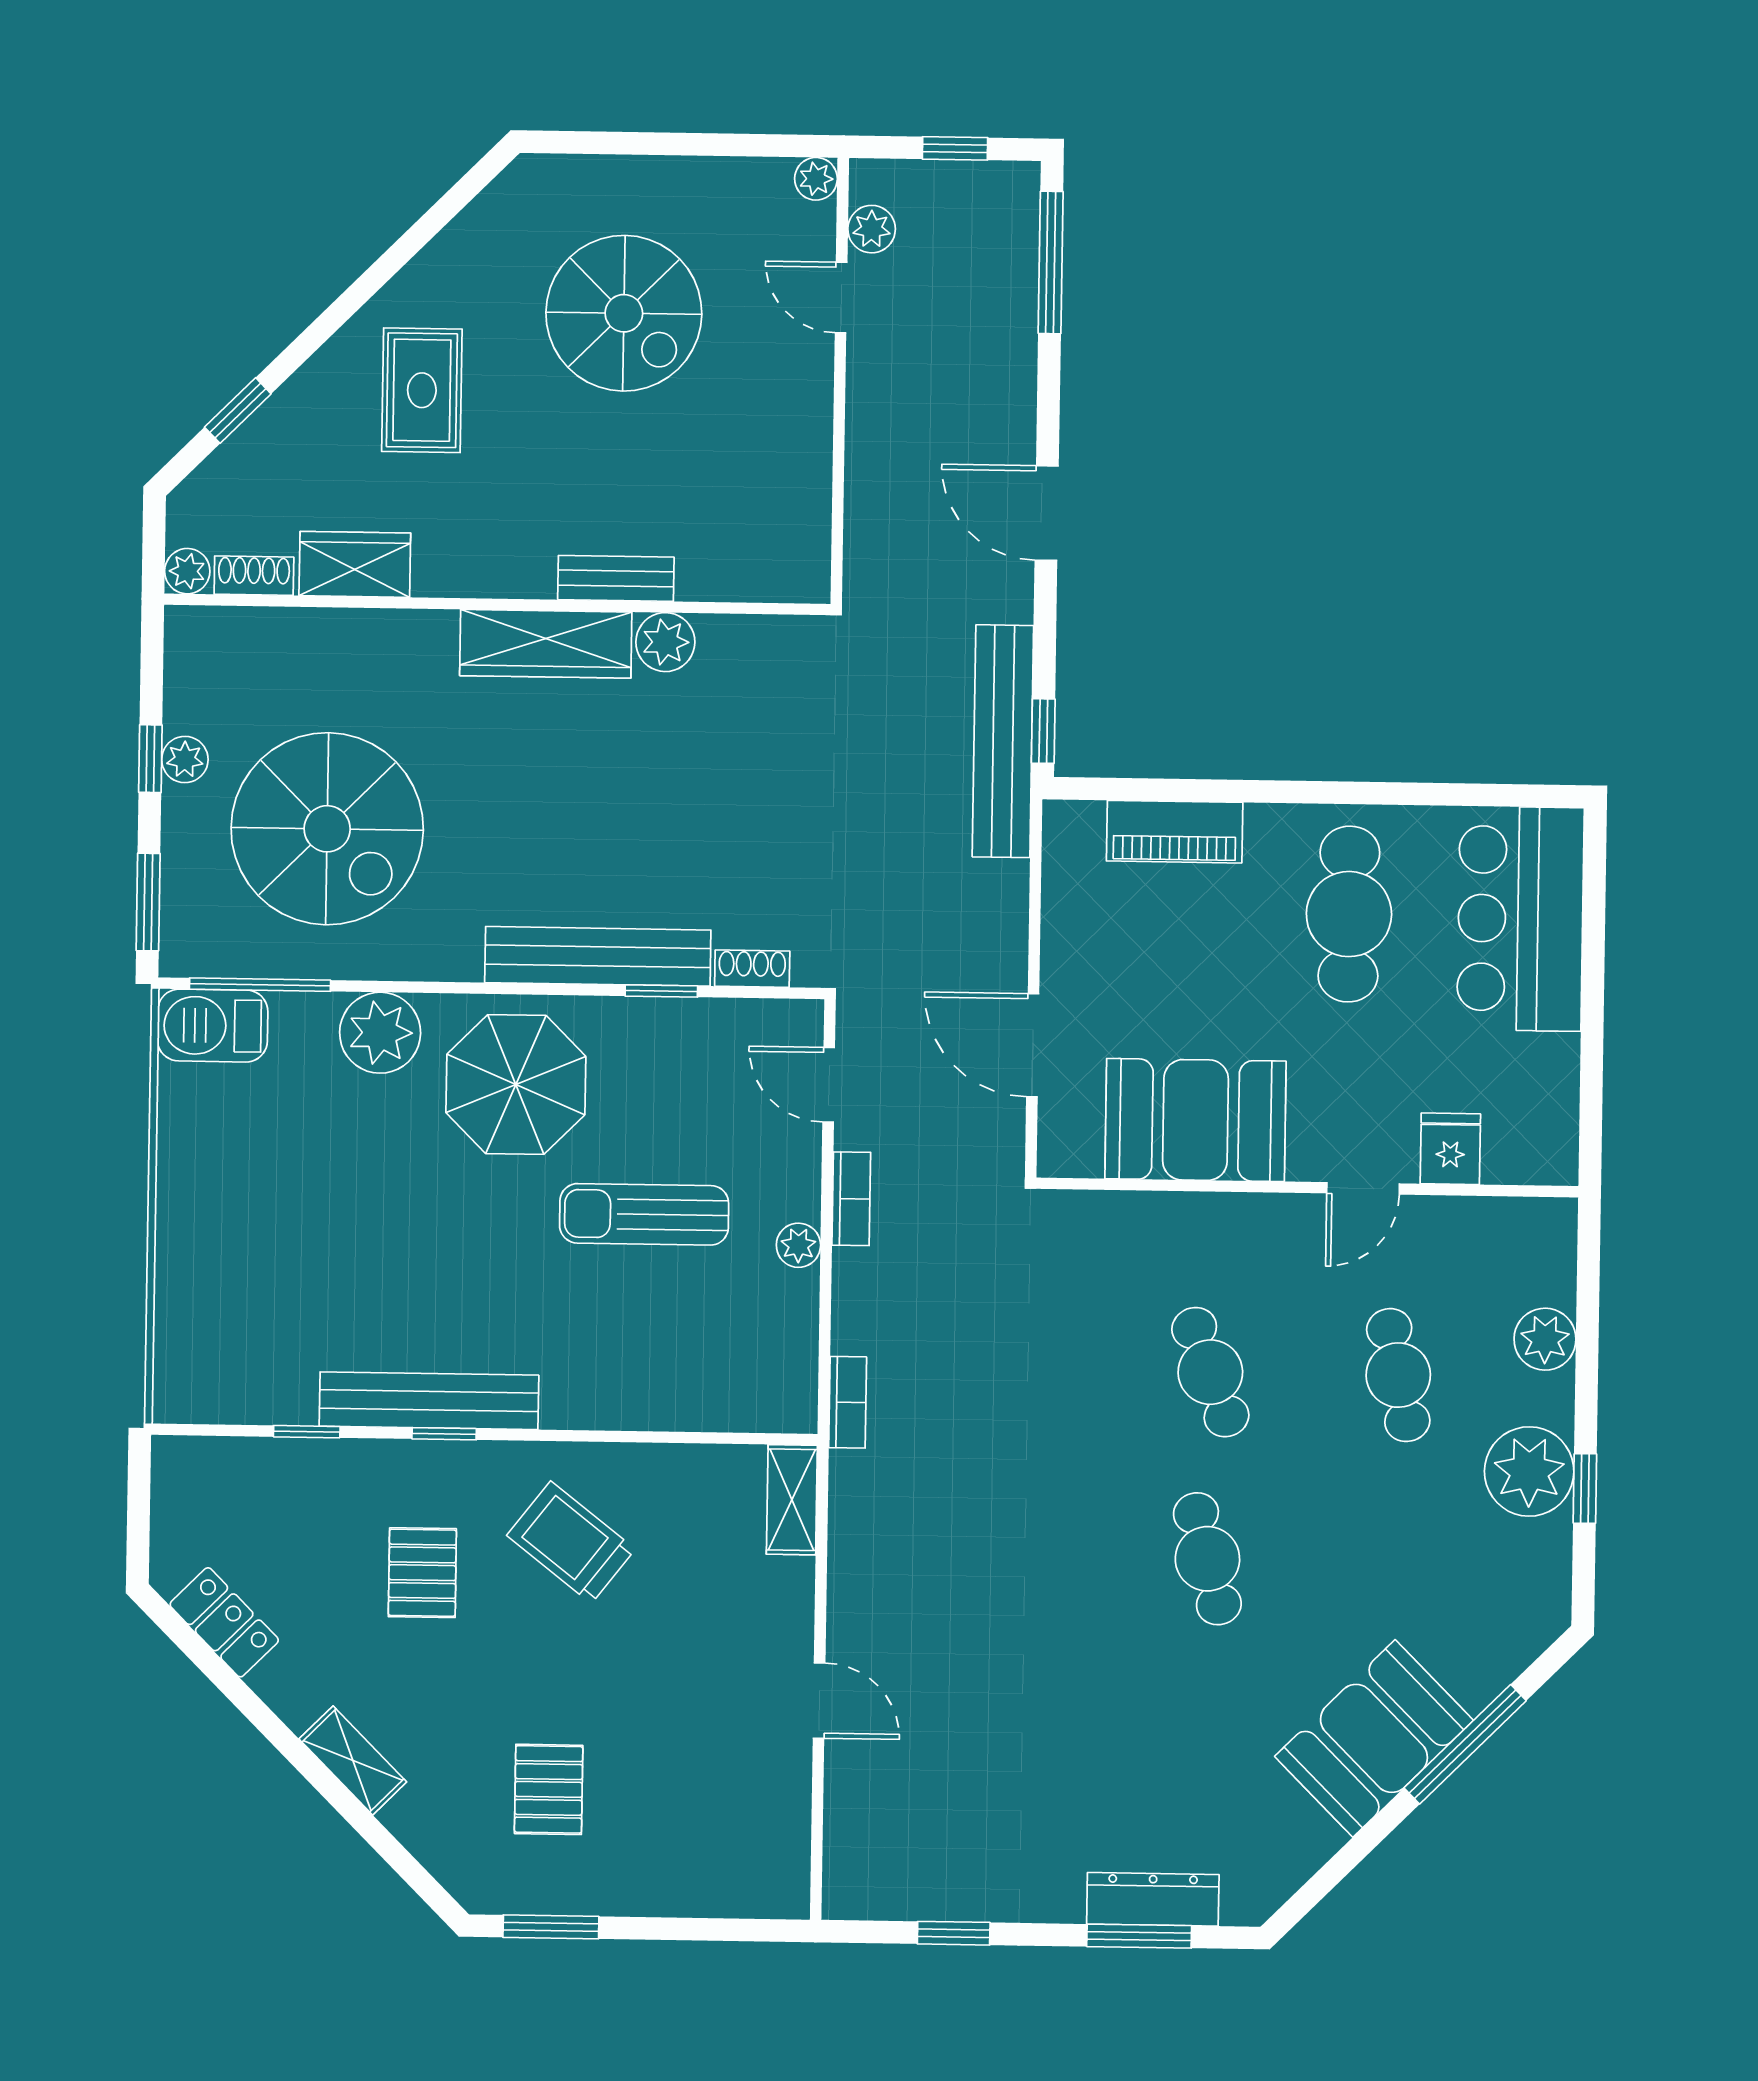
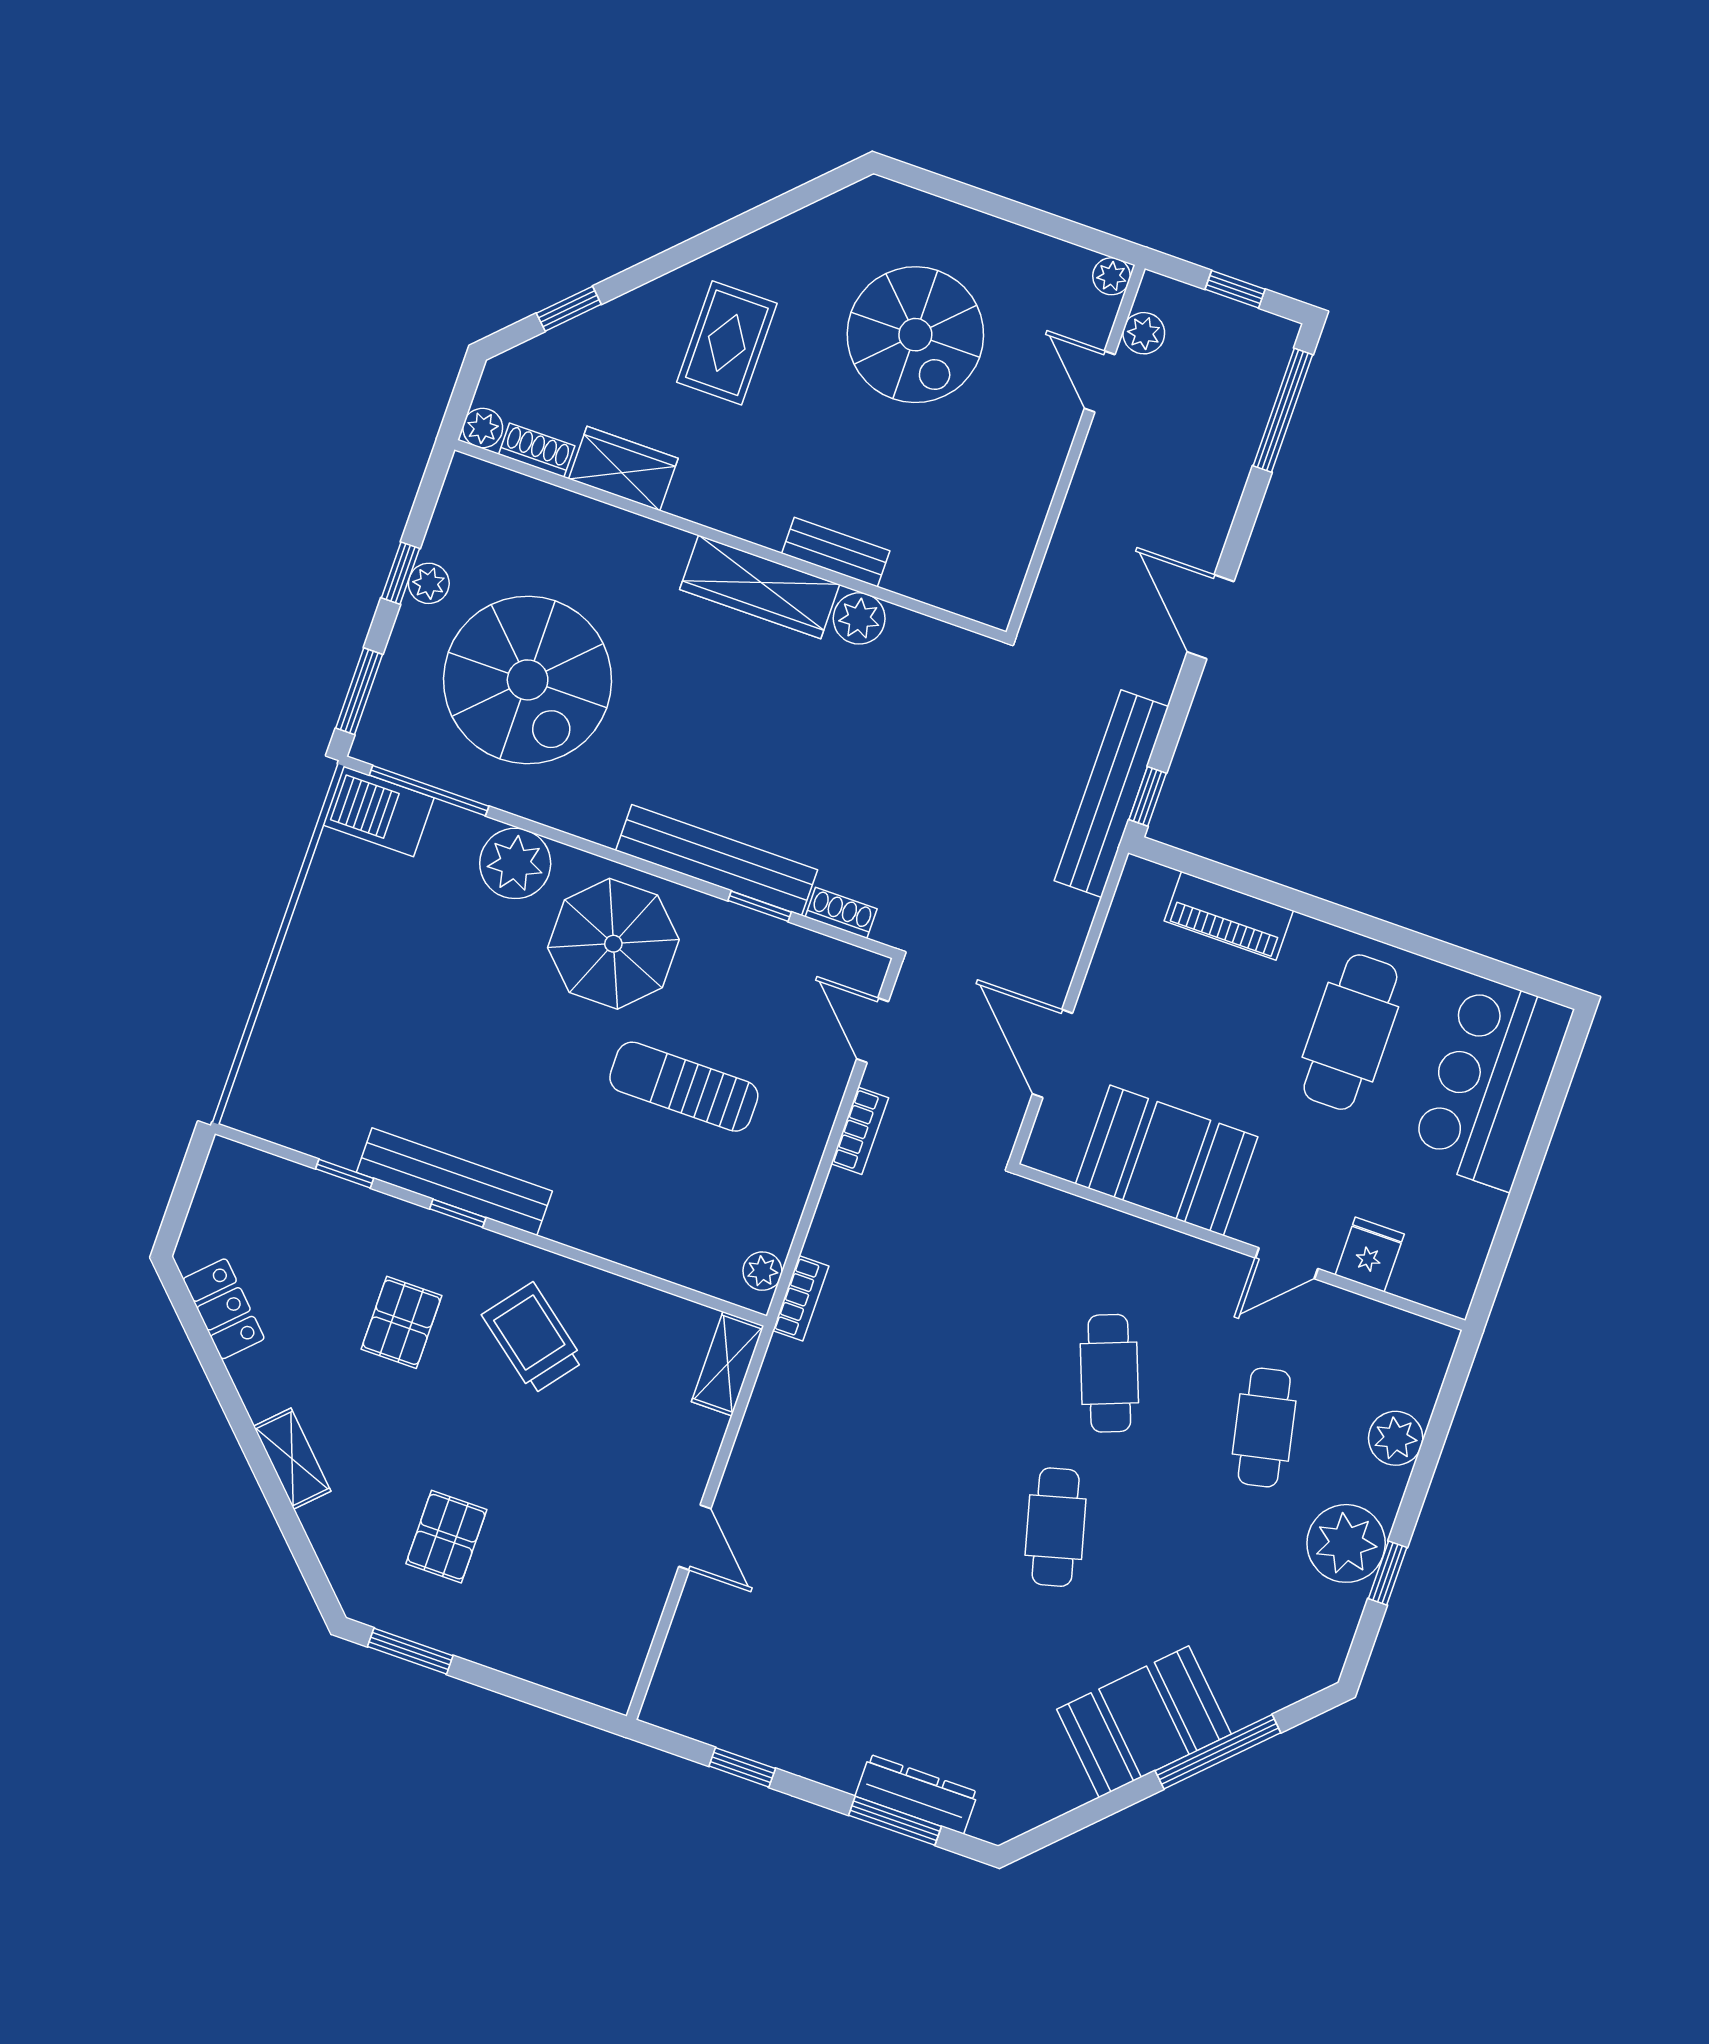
plant: (798, 1245) -> (762, 1271), moved

